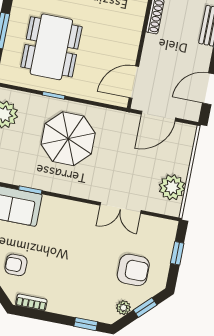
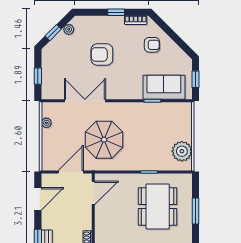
parasol: (68, 139) -> (104, 140), moved
plant: (172, 187) -> (46, 123), width x0.53, depth x0.53
double door: (121, 208) -> (85, 101), width x1.37
armchair: (133, 270) -> (102, 54), moved
window: (86, 324) -> (116, 12), moved

